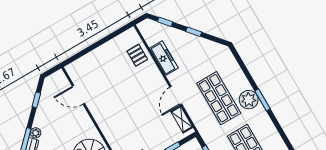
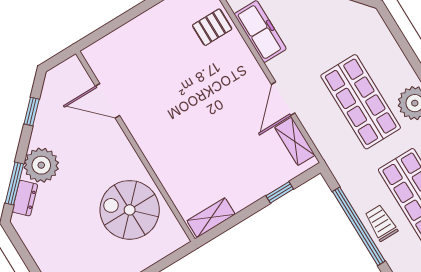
pallet: (137, 55) -> (212, 27), turned 90
plant: (35, 133) -> (41, 165), width x1.87, depth x1.87

